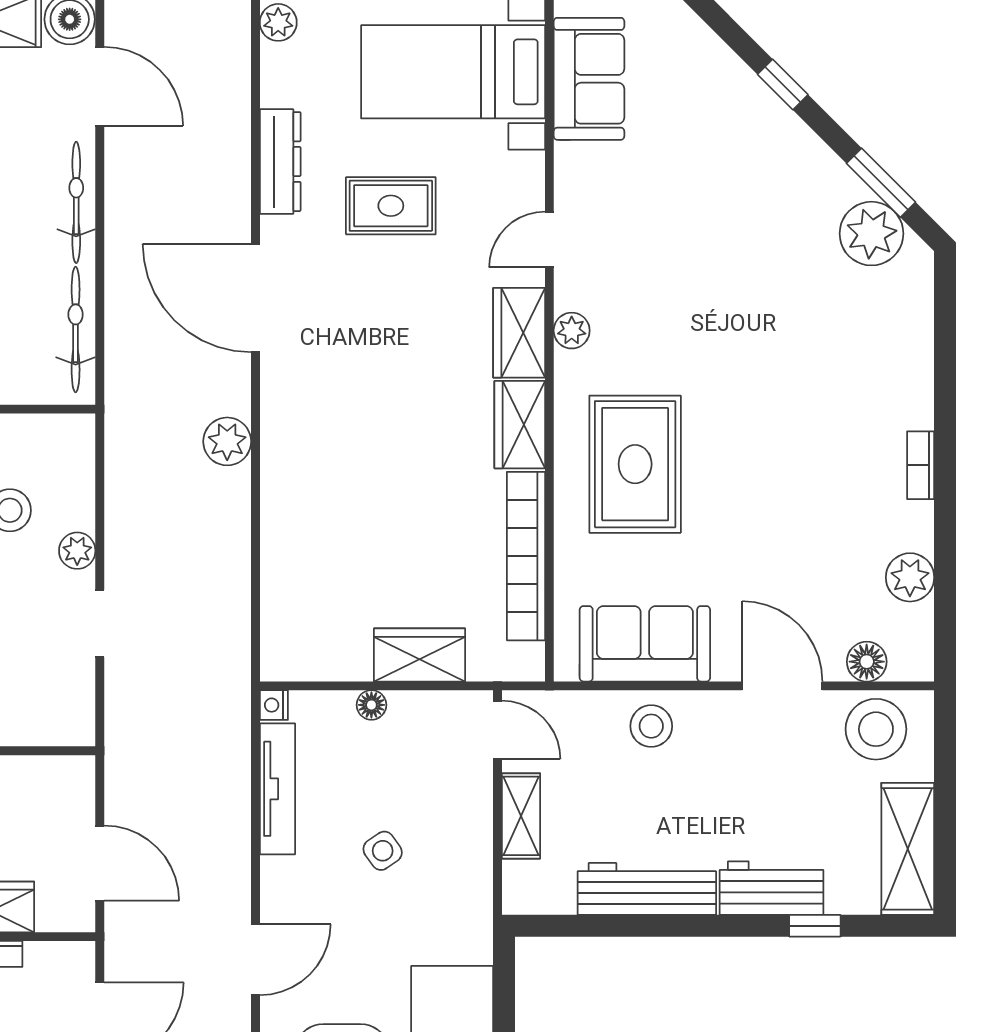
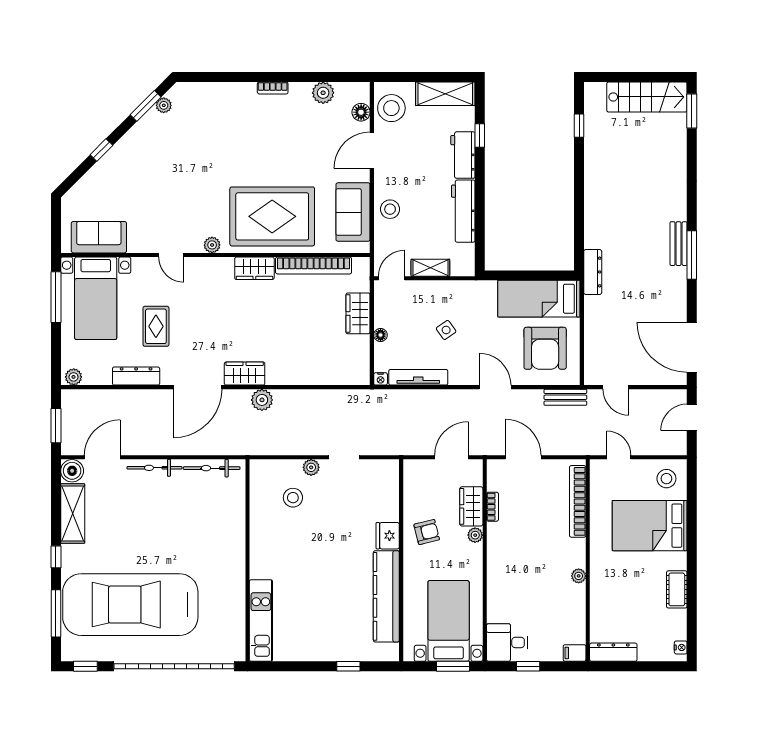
plant: (871, 234) -> (164, 105), width x0.53, depth x0.53
wardrobe: (519, 333) -> (245, 374), moved, turned 180
rug: (635, 464) -> (272, 216), width x1.37, depth x1.44

